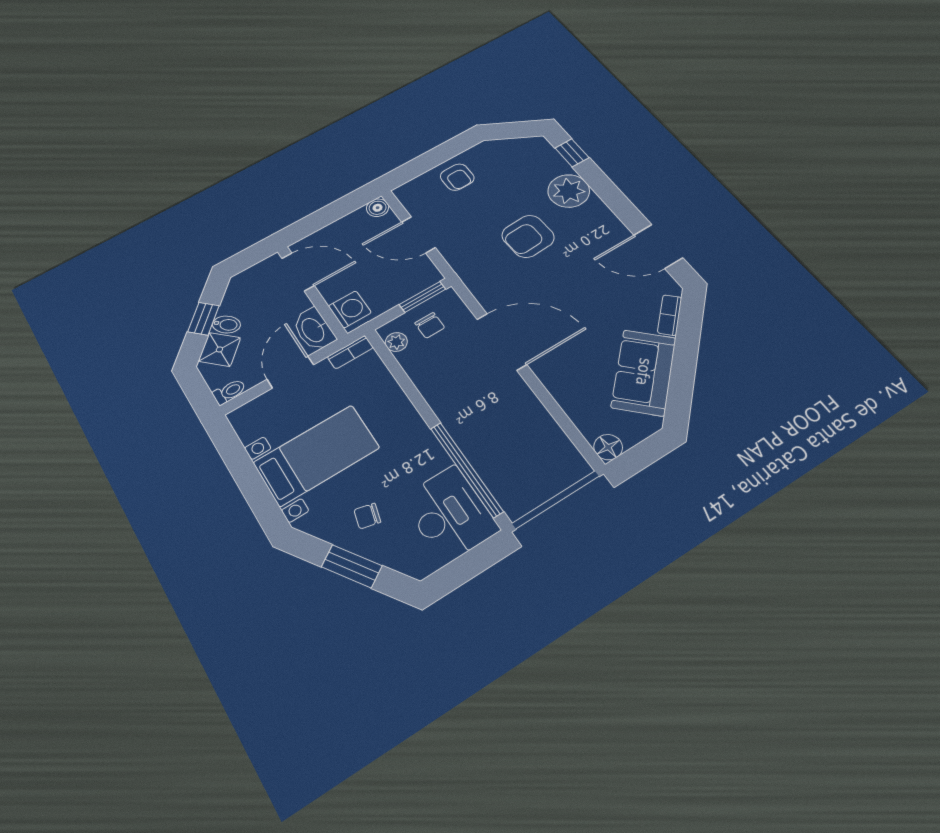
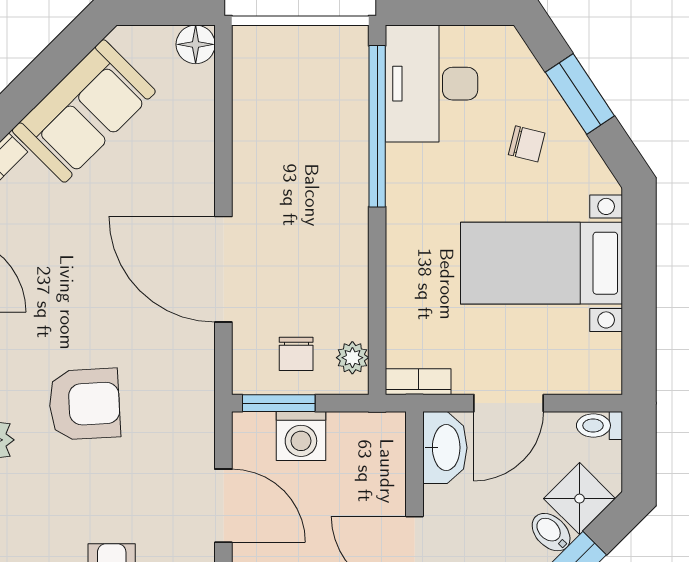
washing machine: (350, 309) -> (301, 436), moved, turned -90
chair: (430, 325) -> (296, 354), turned 180

